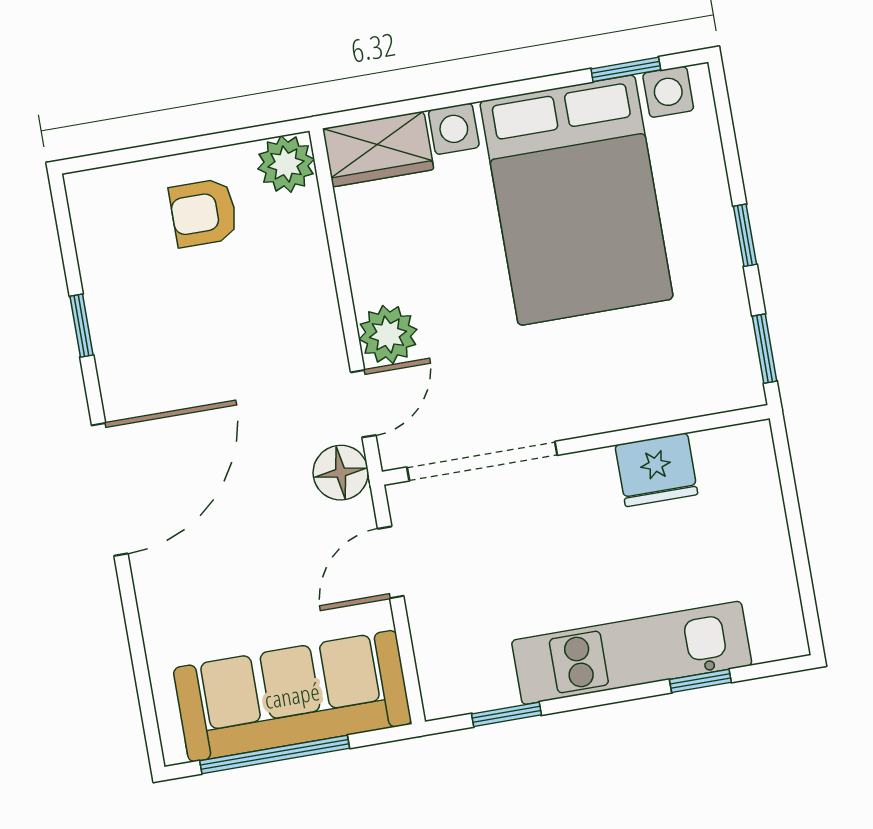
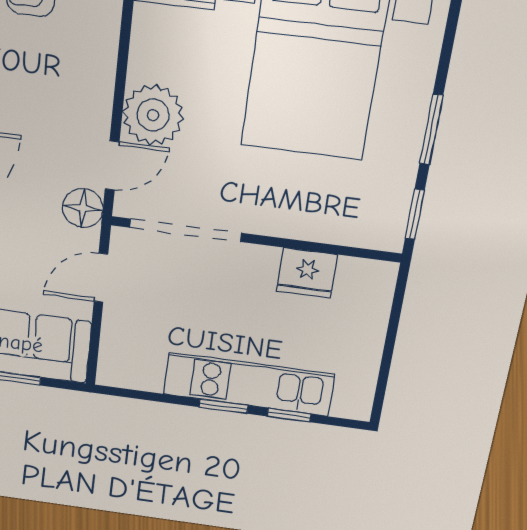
window: (745, 235) -> (431, 130), width x1.50
plant: (388, 334) -> (153, 115), width x1.36, depth x1.36
window: (507, 714) -> (223, 406), moved

